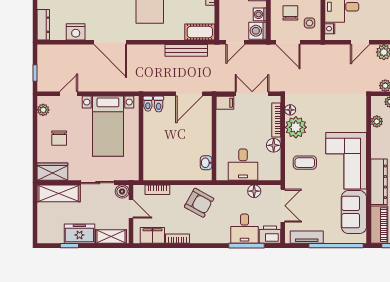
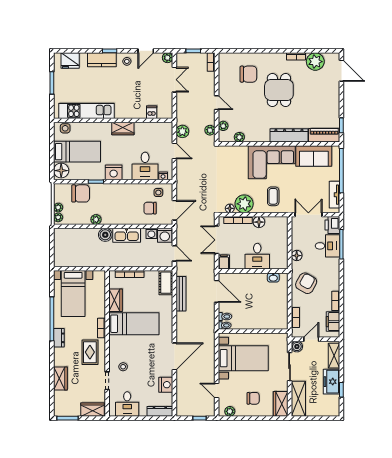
desk: (243, 165) -> (257, 256), moved, turned 90
floor lamp: (254, 191) -> (297, 256), moved

